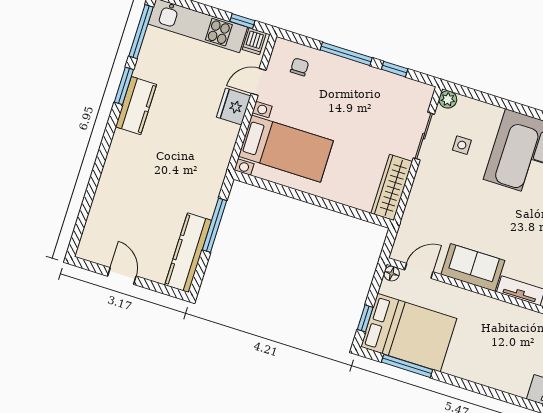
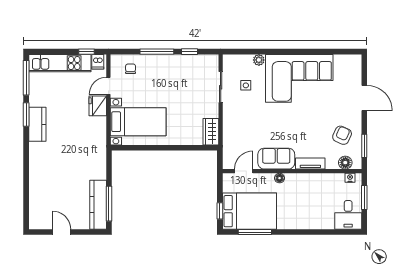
plant: (448, 99) -> (259, 60), moved
wardrobe: (392, 187) -> (211, 132), width x0.67
window: (215, 225) -> (109, 204), moved
floor lamp: (392, 273) -> (280, 178), moved

